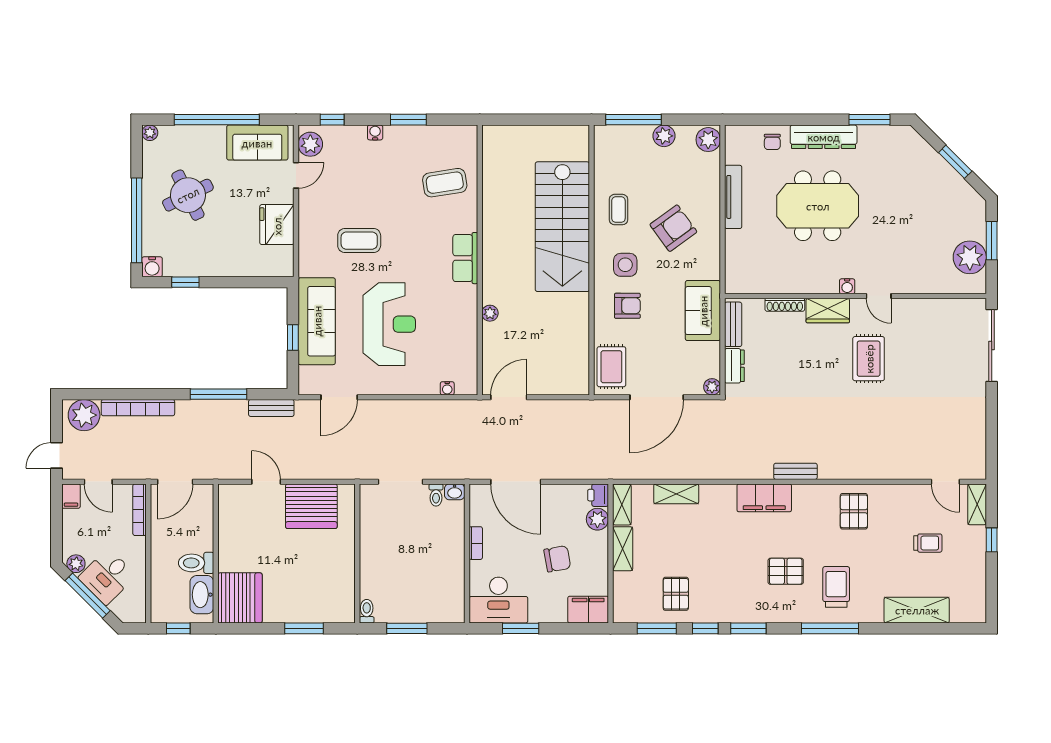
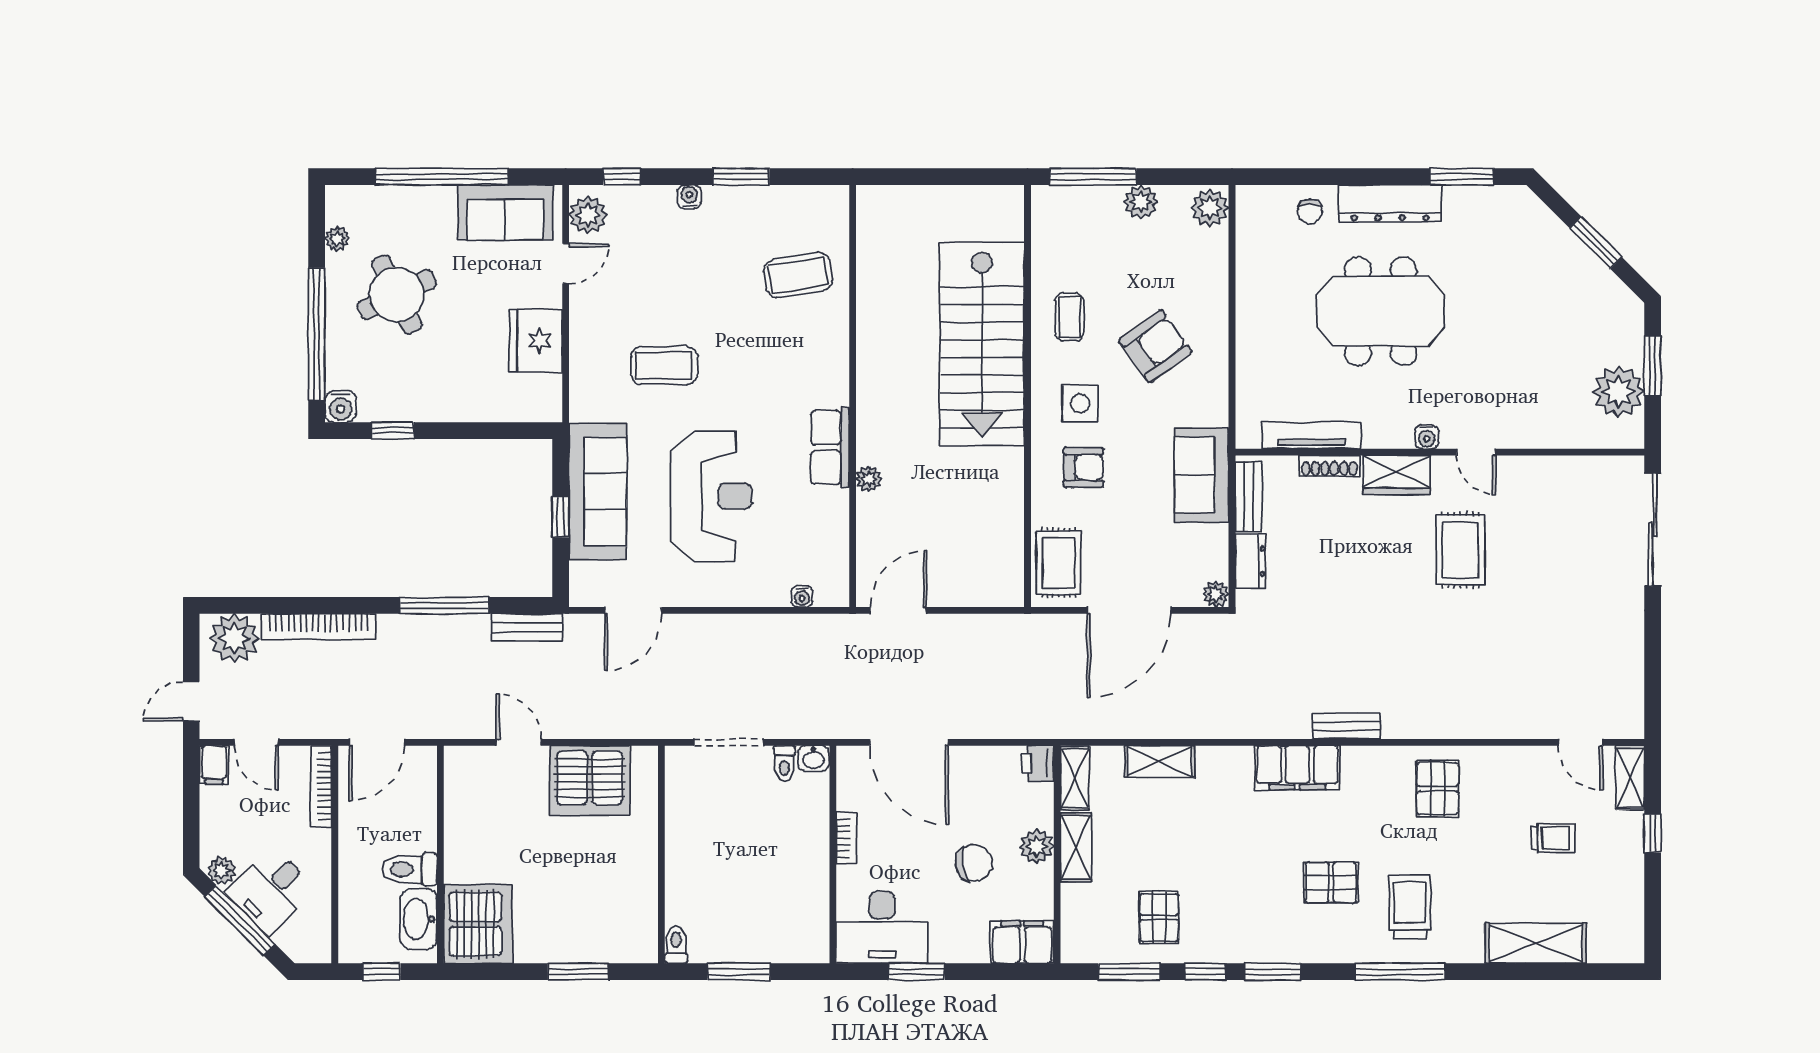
plant: (150, 133) -> (337, 239), moved
tv unit: (733, 197) -> (1311, 435), moved, turned -90
row of seats: (465, 258) -> (830, 447), moved
plant: (597, 519) -> (1037, 846), moved

